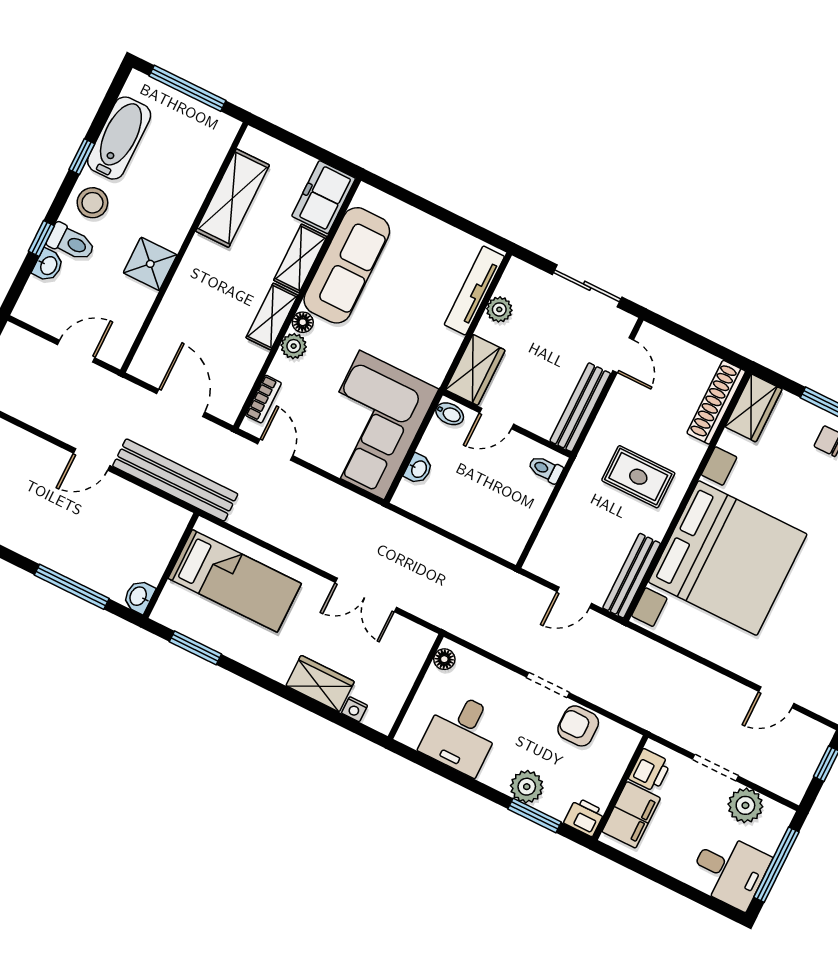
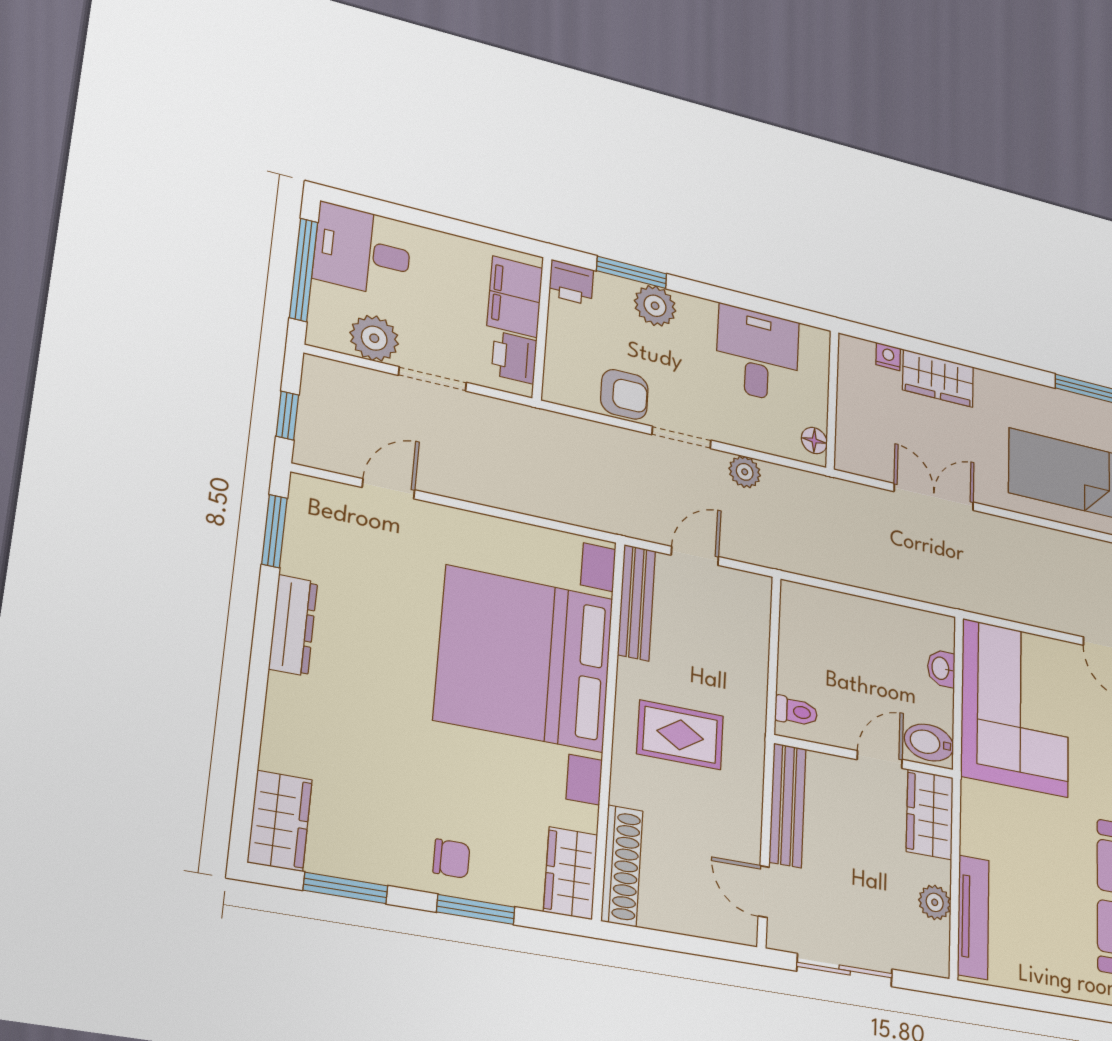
bidet: (450, 414) -> (929, 743), width x1.38, depth x1.36
plant: (510, 649) -> (745, 472), added

